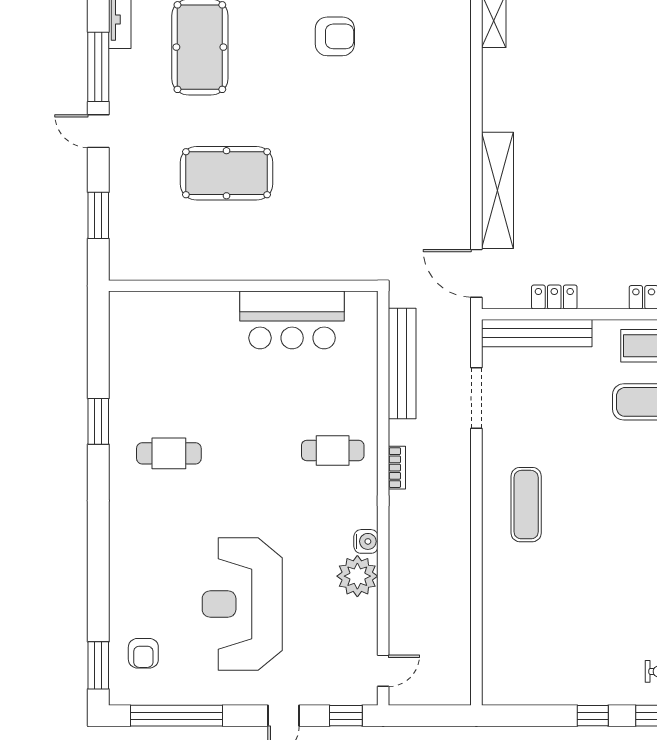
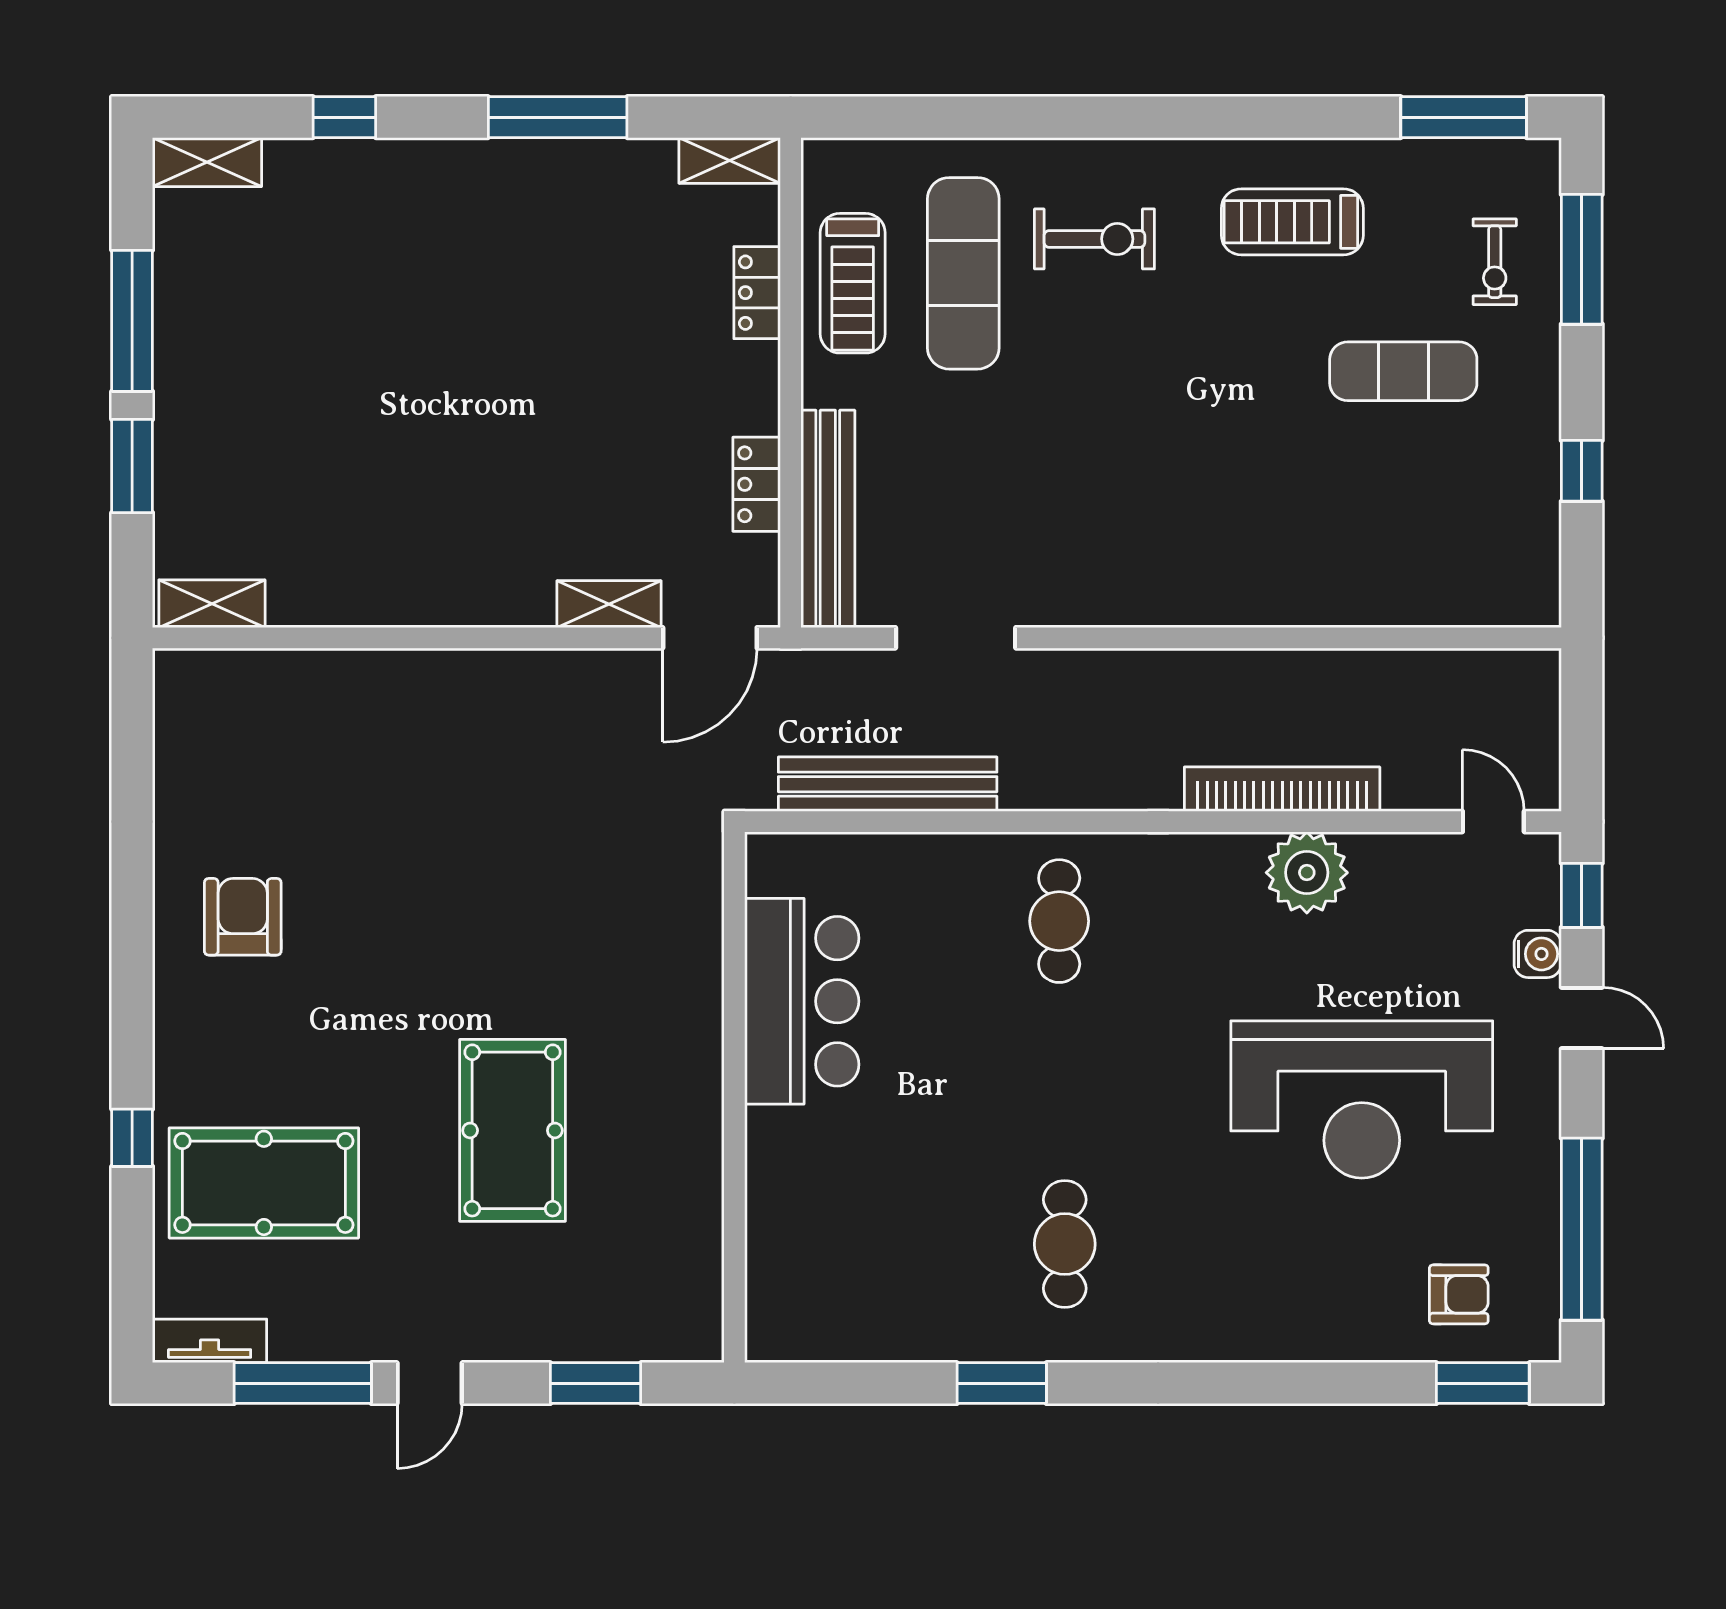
shelving: (497, 190) -> (609, 604), width x0.45, depth x0.75
bookcase: (397, 468) -> (1282, 789), moved, width x2.31, depth x1.31
exercise mat: (526, 505) -> (1403, 371), moved
water cooler: (366, 541) -> (1538, 954), moved, turned 90
window: (593, 716) -> (1582, 471), moved

